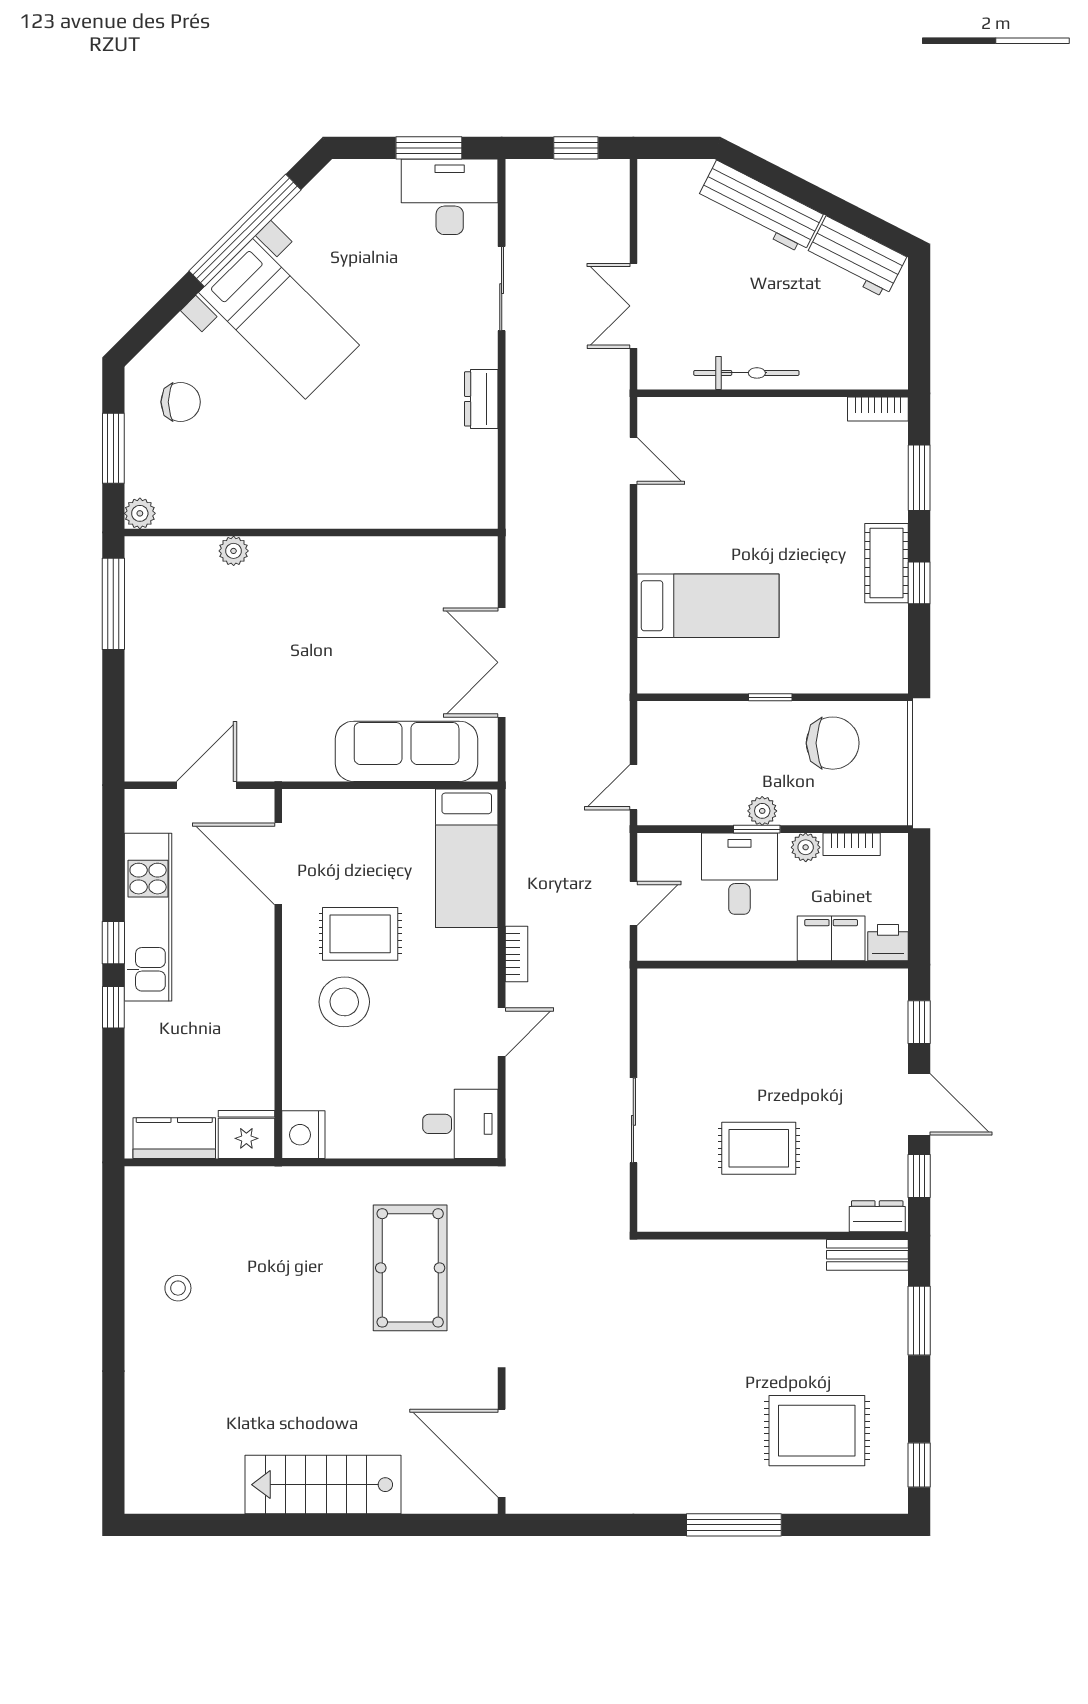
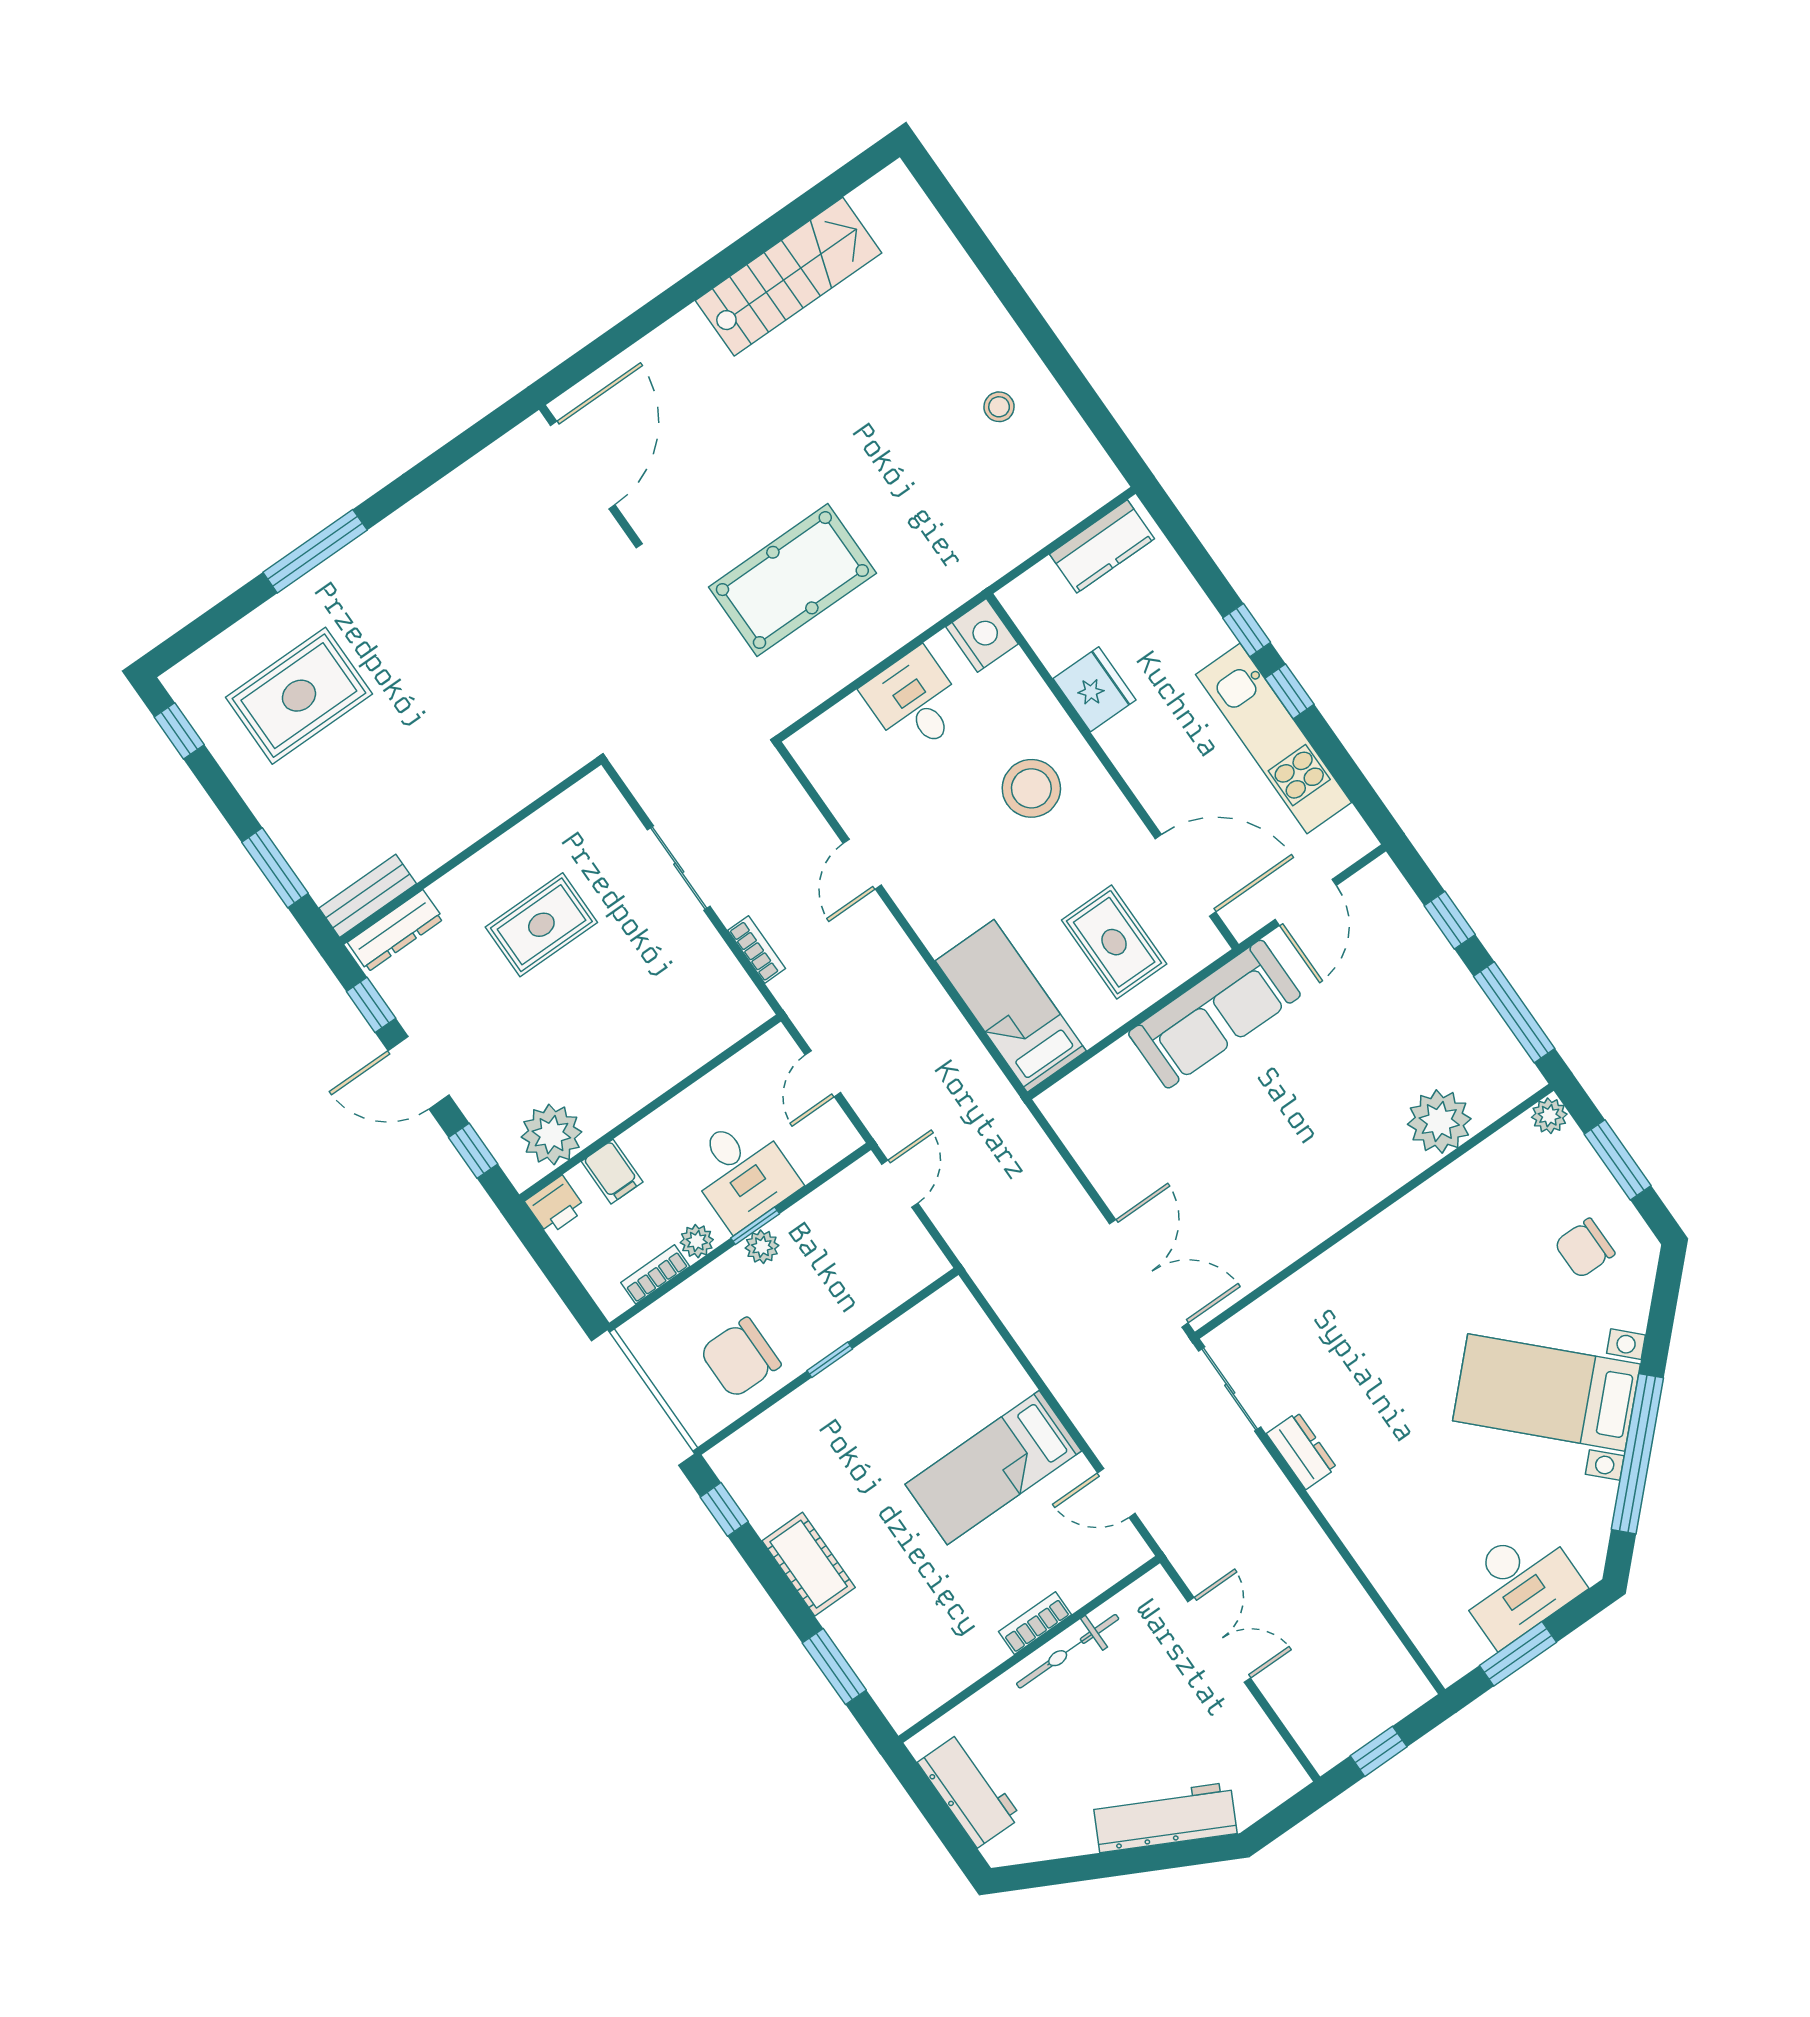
desk: (450, 197) -> (1518, 1584), moved
workbench: (856, 257) -> (969, 1790), moved, turned 63
sliding door: (502, 289) -> (1230, 1389), moved
bookcase: (878, 409) -> (1035, 1623), moved
plant: (234, 551) -> (1439, 1121), width x1.88, depth x1.88
window: (919, 583) -> (724, 1509), moved
bed: (708, 606) -> (993, 1468), moved
double door: (502, 662) -> (1149, 1273), moved
window: (113, 701) -> (1450, 920), added
sofa: (407, 751) -> (1214, 1014), moved
rug: (360, 934) -> (1114, 942), moved, turned 90
filing cabinet: (831, 938) -> (612, 1172), width x0.50
bookcase: (516, 954) -> (757, 949), moved, turned 180
plant: (856, 995) -> (551, 1135), added
desk: (460, 1124) -> (915, 701), moved, turned 90
fridge: (246, 1135) -> (1095, 689), moved, turned -90
dresser: (877, 1216) -> (395, 931), width x1.44
pool table: (410, 1268) -> (792, 580), turned 90
door: (502, 1453) -> (583, 465), hinge flipped
stairs: (323, 1485) -> (788, 277), moved

